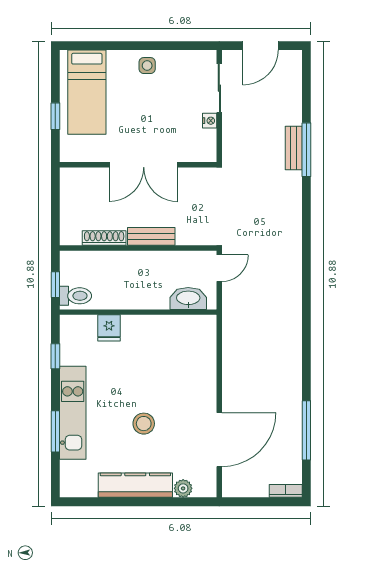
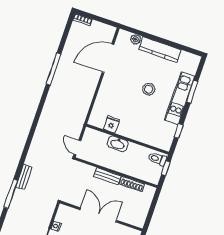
bench: (294, 148) -> (24, 177), moved
door: (219, 268) -> (77, 148), hinge flipped
washbasin: (188, 298) -> (118, 144), moved
fridge: (109, 328) -> (111, 124), moved
stool: (144, 424) -> (149, 89), moved
window: (306, 430) -> (54, 69), moved

